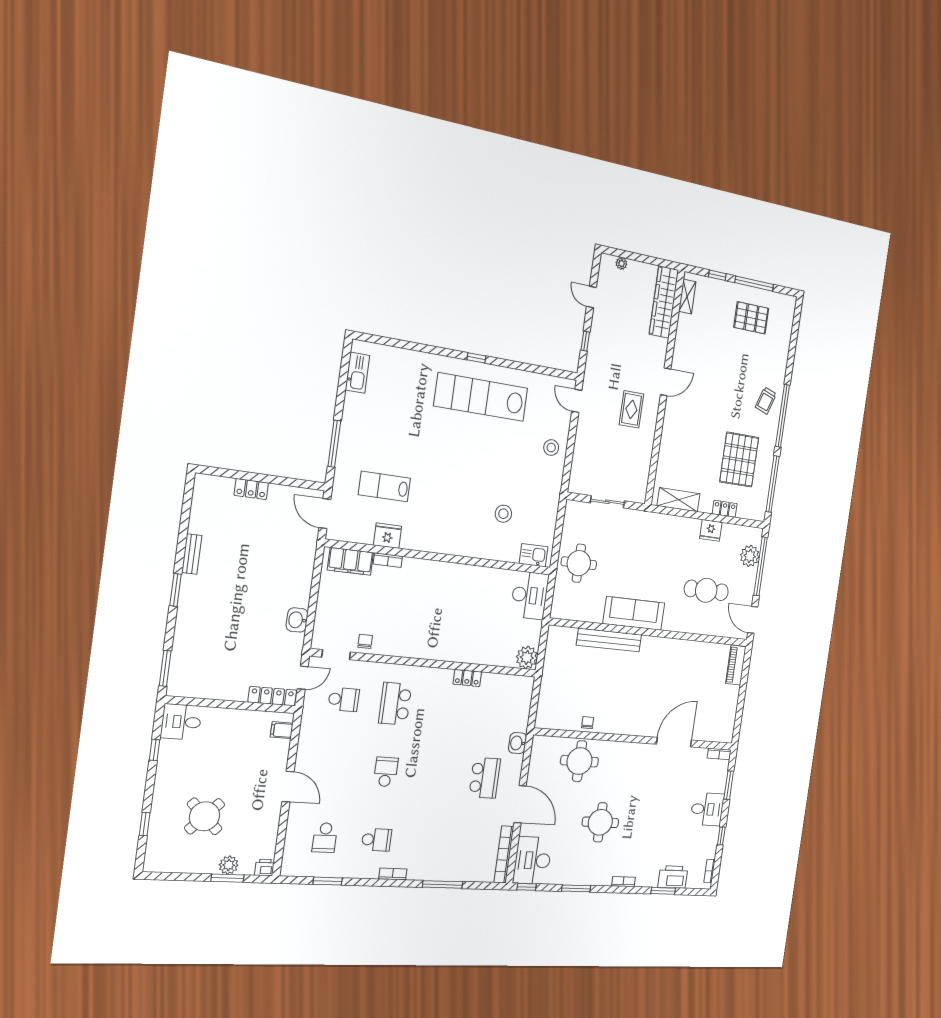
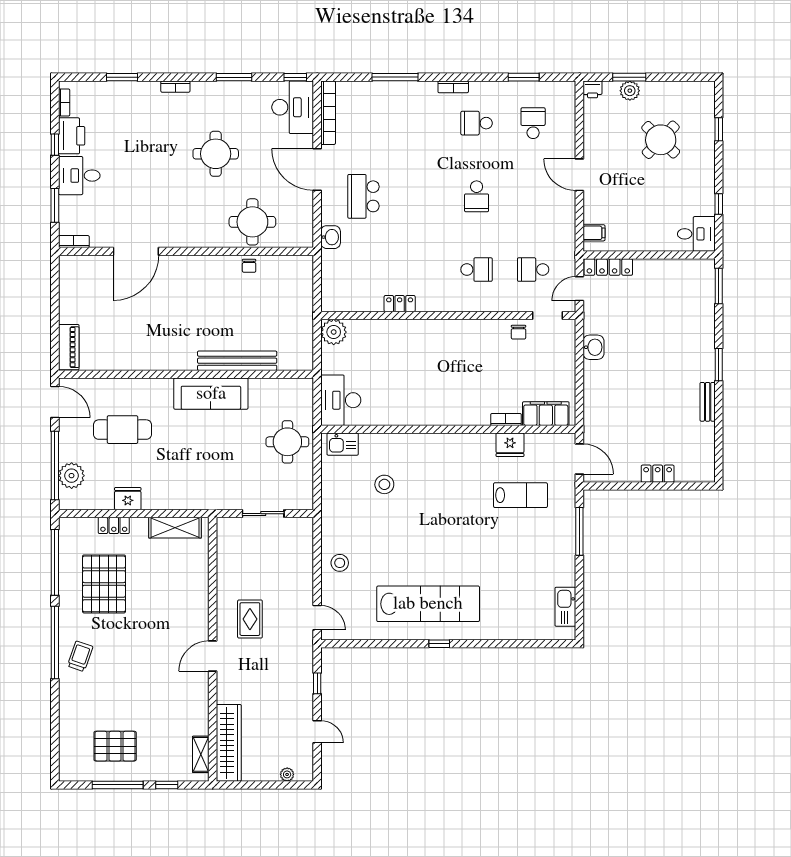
school desk: (395, 704) -> (477, 270), width x0.54
printer: (673, 877) -> (72, 136), moved, turned -90

